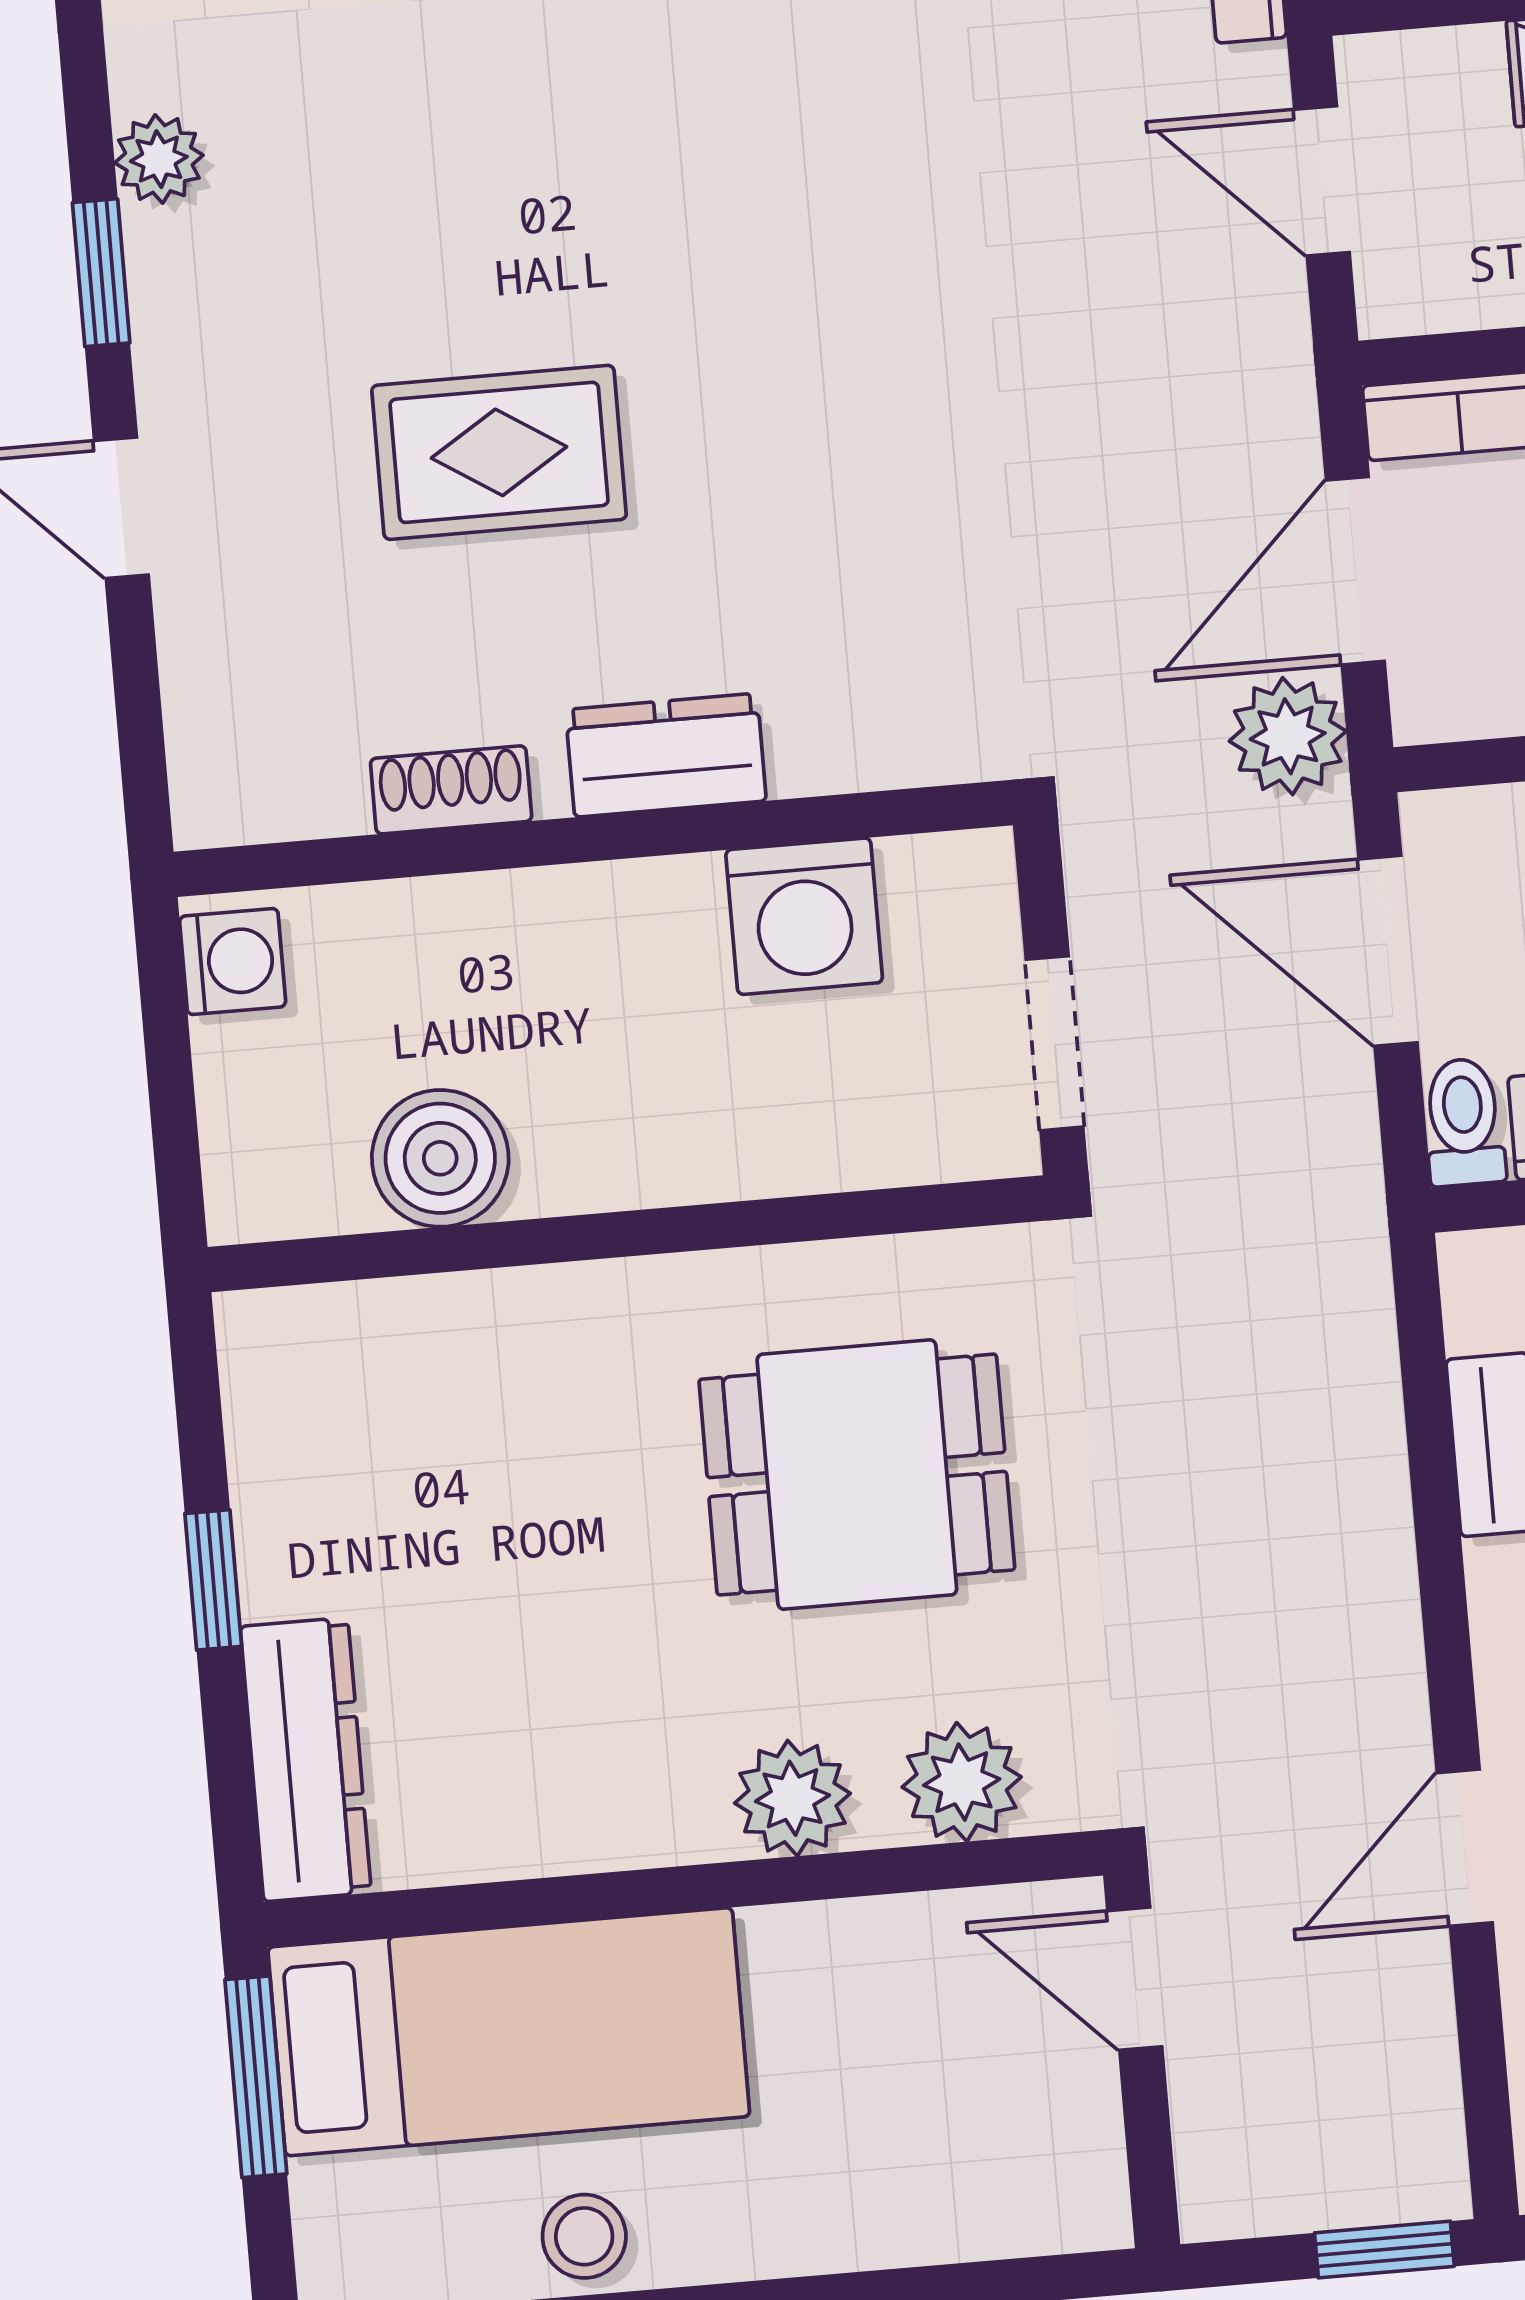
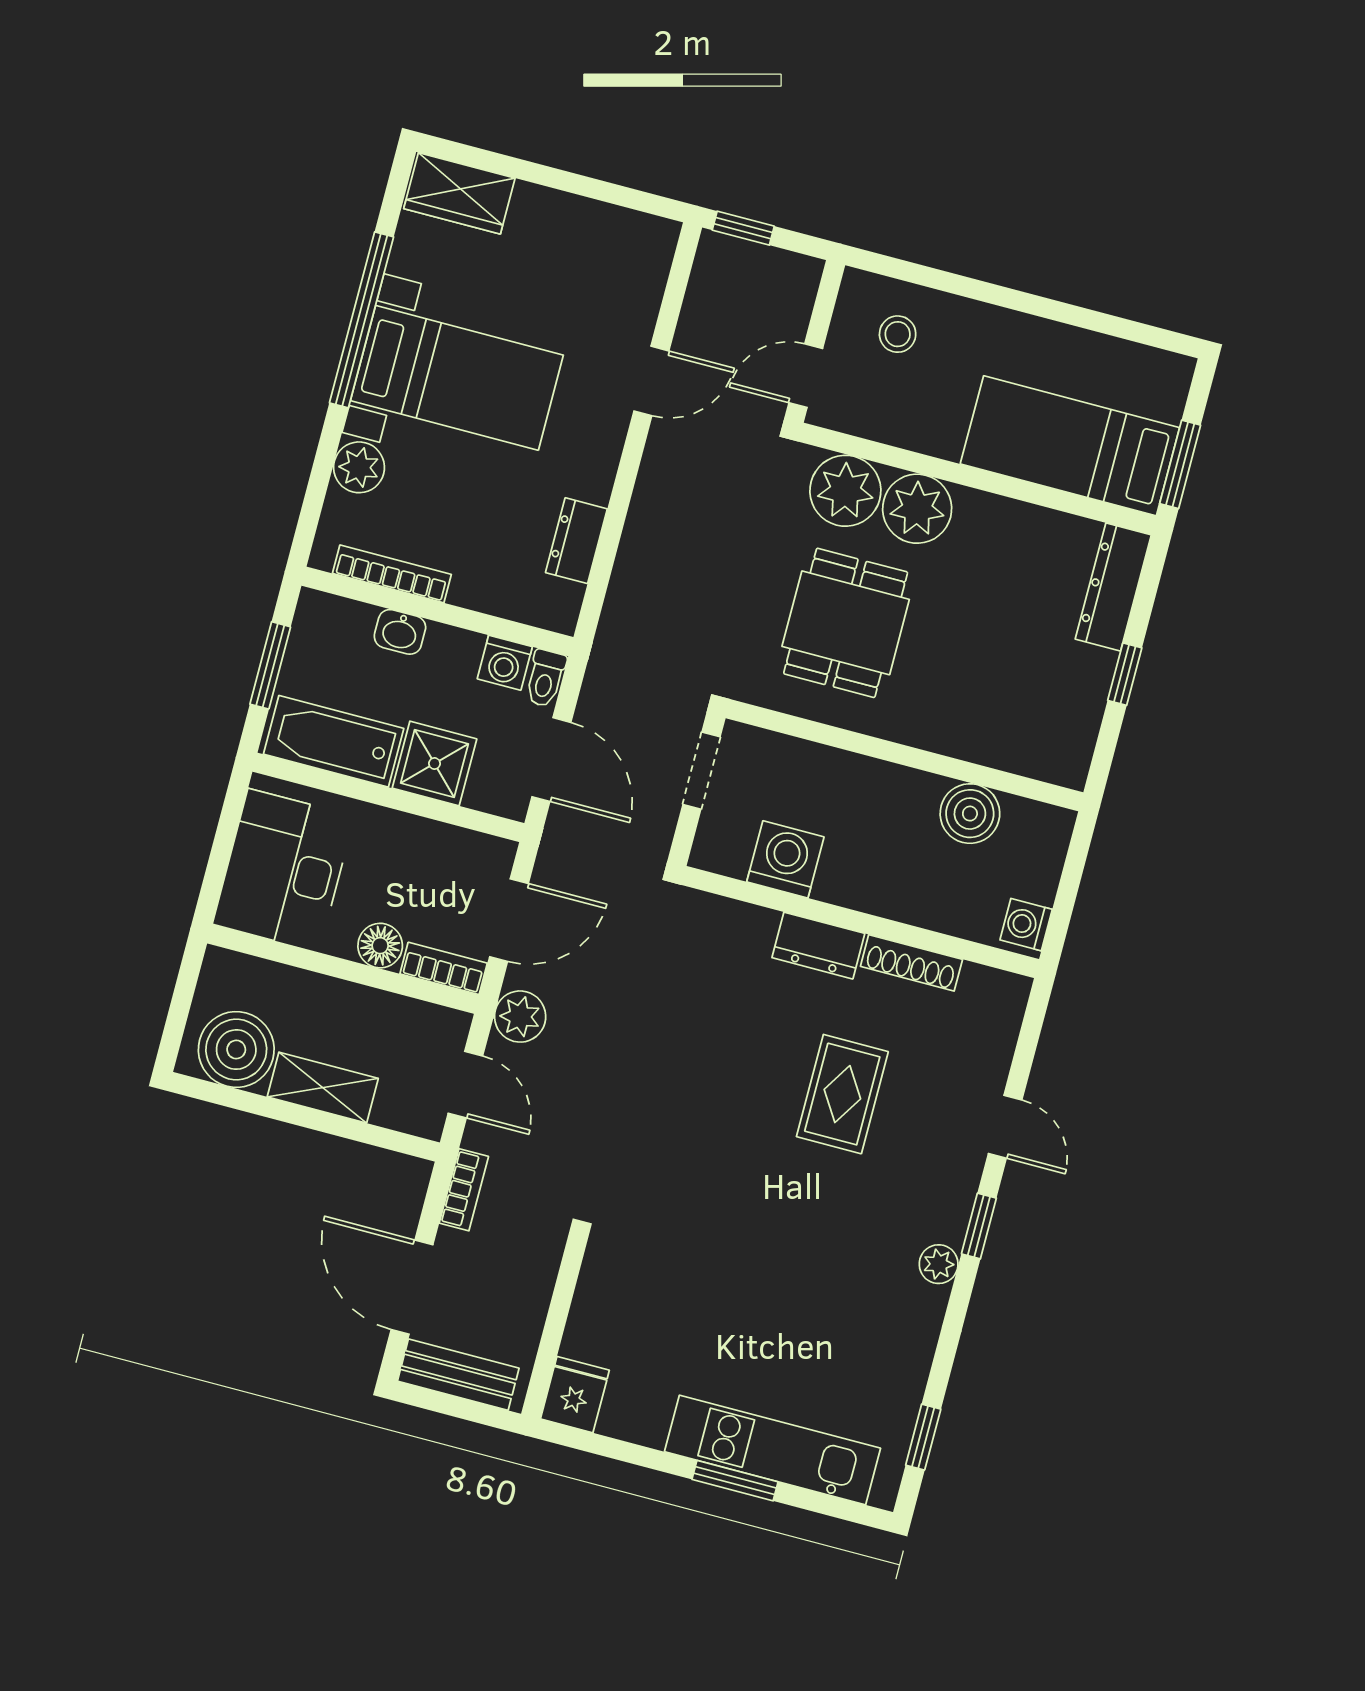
rug: (499, 452) -> (842, 1094), turned 90
plant: (1288, 736) -> (520, 1017), moved
shoe rack: (451, 790) -> (911, 963), width x1.43
dining table: (857, 1475) -> (846, 623), turned 90
plant: (962, 1782) -> (845, 491), width x1.36, depth x1.36
plant: (792, 1798) -> (917, 509), width x1.36, depth x1.36
door: (1135, 1979) -> (806, 376), swing flipped
stool: (584, 2236) -> (898, 334), moved

